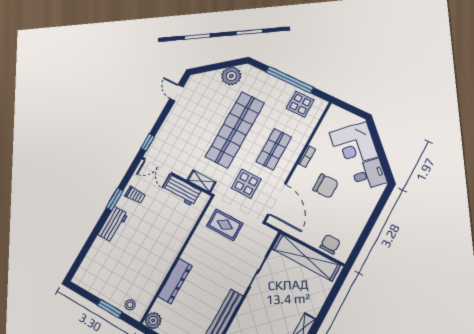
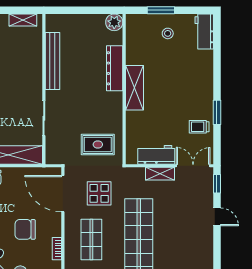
door: (177, 93) -> (217, 217), moved
shelving: (202, 181) -> (160, 174), moved
workbench: (113, 224) -> (204, 31), moved
shelving: (168, 256) -> (135, 88), added
stool: (130, 305) -> (168, 33), moved

